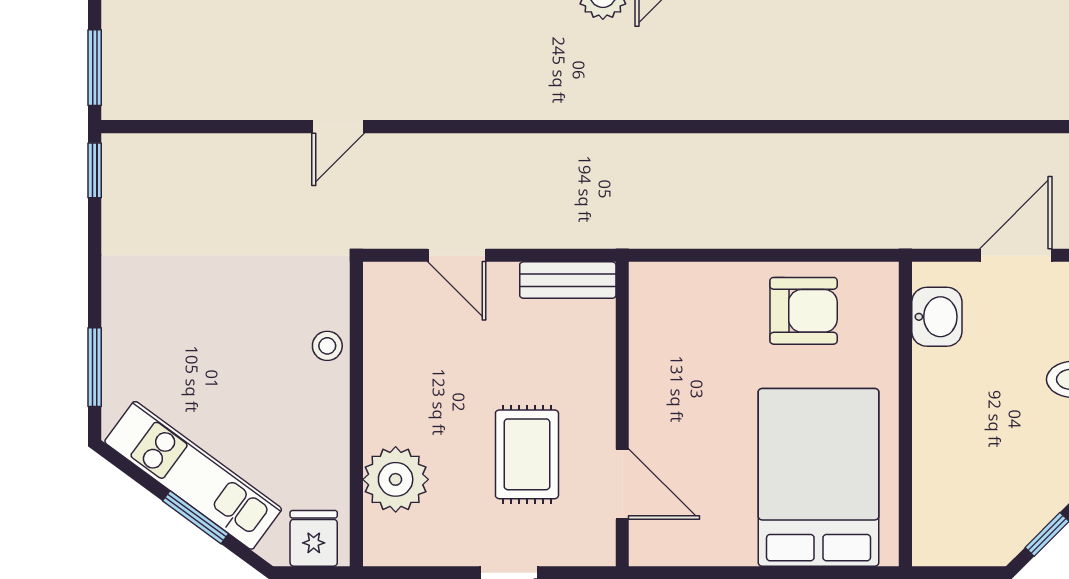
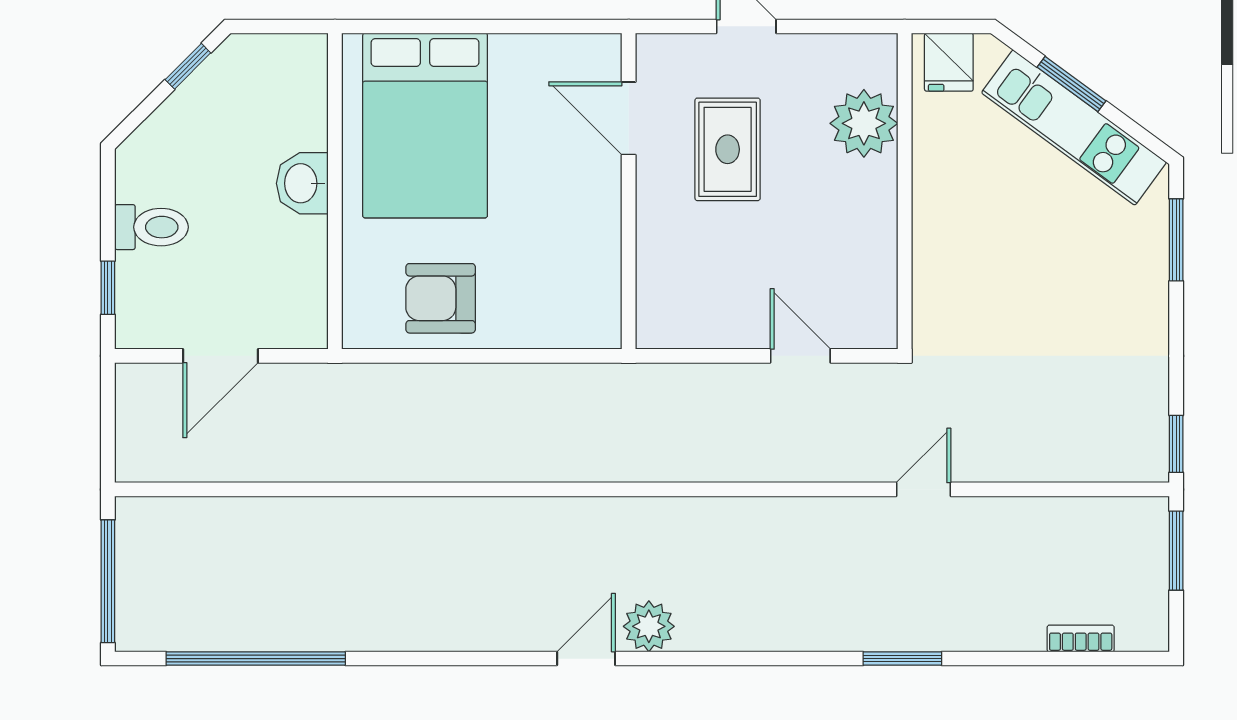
bench: (568, 280) -> (685, 330), removed
washbasin: (937, 317) -> (302, 183), moved
stool: (327, 346) -> (935, 262), removed

